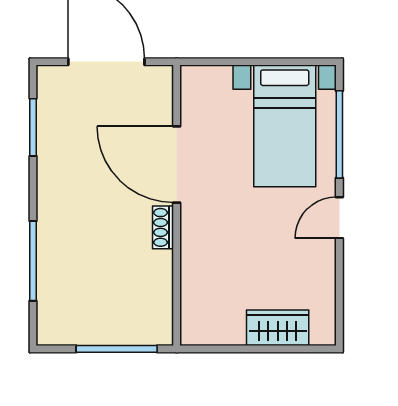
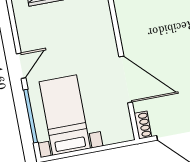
shoe rack: (163, 227) -> (143, 125), moved

